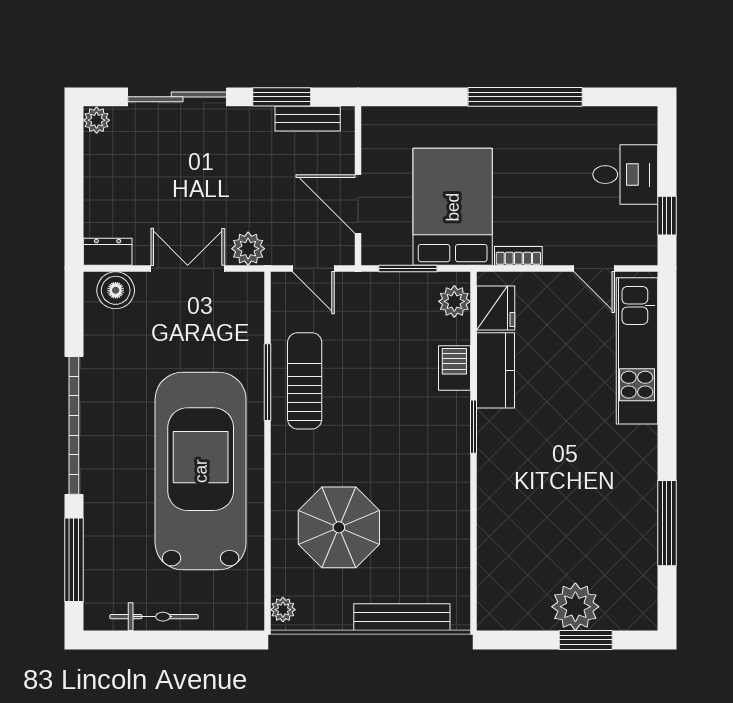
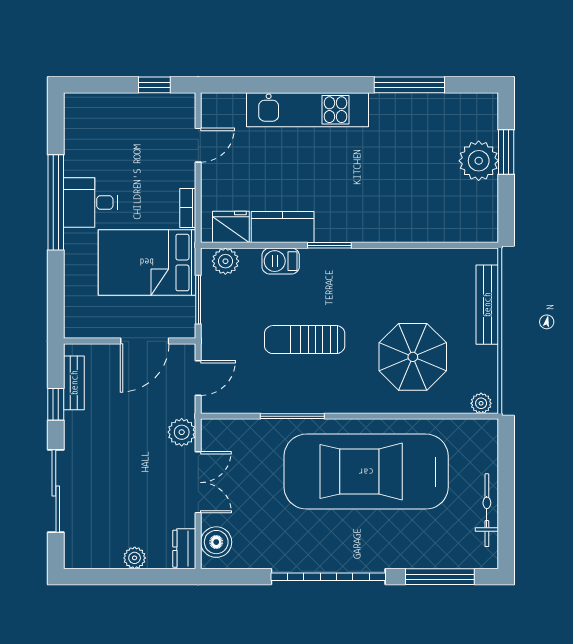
window: (282, 97) -> (56, 404), width x0.67
plant: (97, 120) -> (135, 558), moved
desk: (625, 175) -> (90, 203), moved, turned -90
double door: (188, 269) -> (198, 482), swing flipped
kitchen unit: (637, 351) -> (308, 110), moved
sun lounger: (305, 381) -> (305, 340), moved

